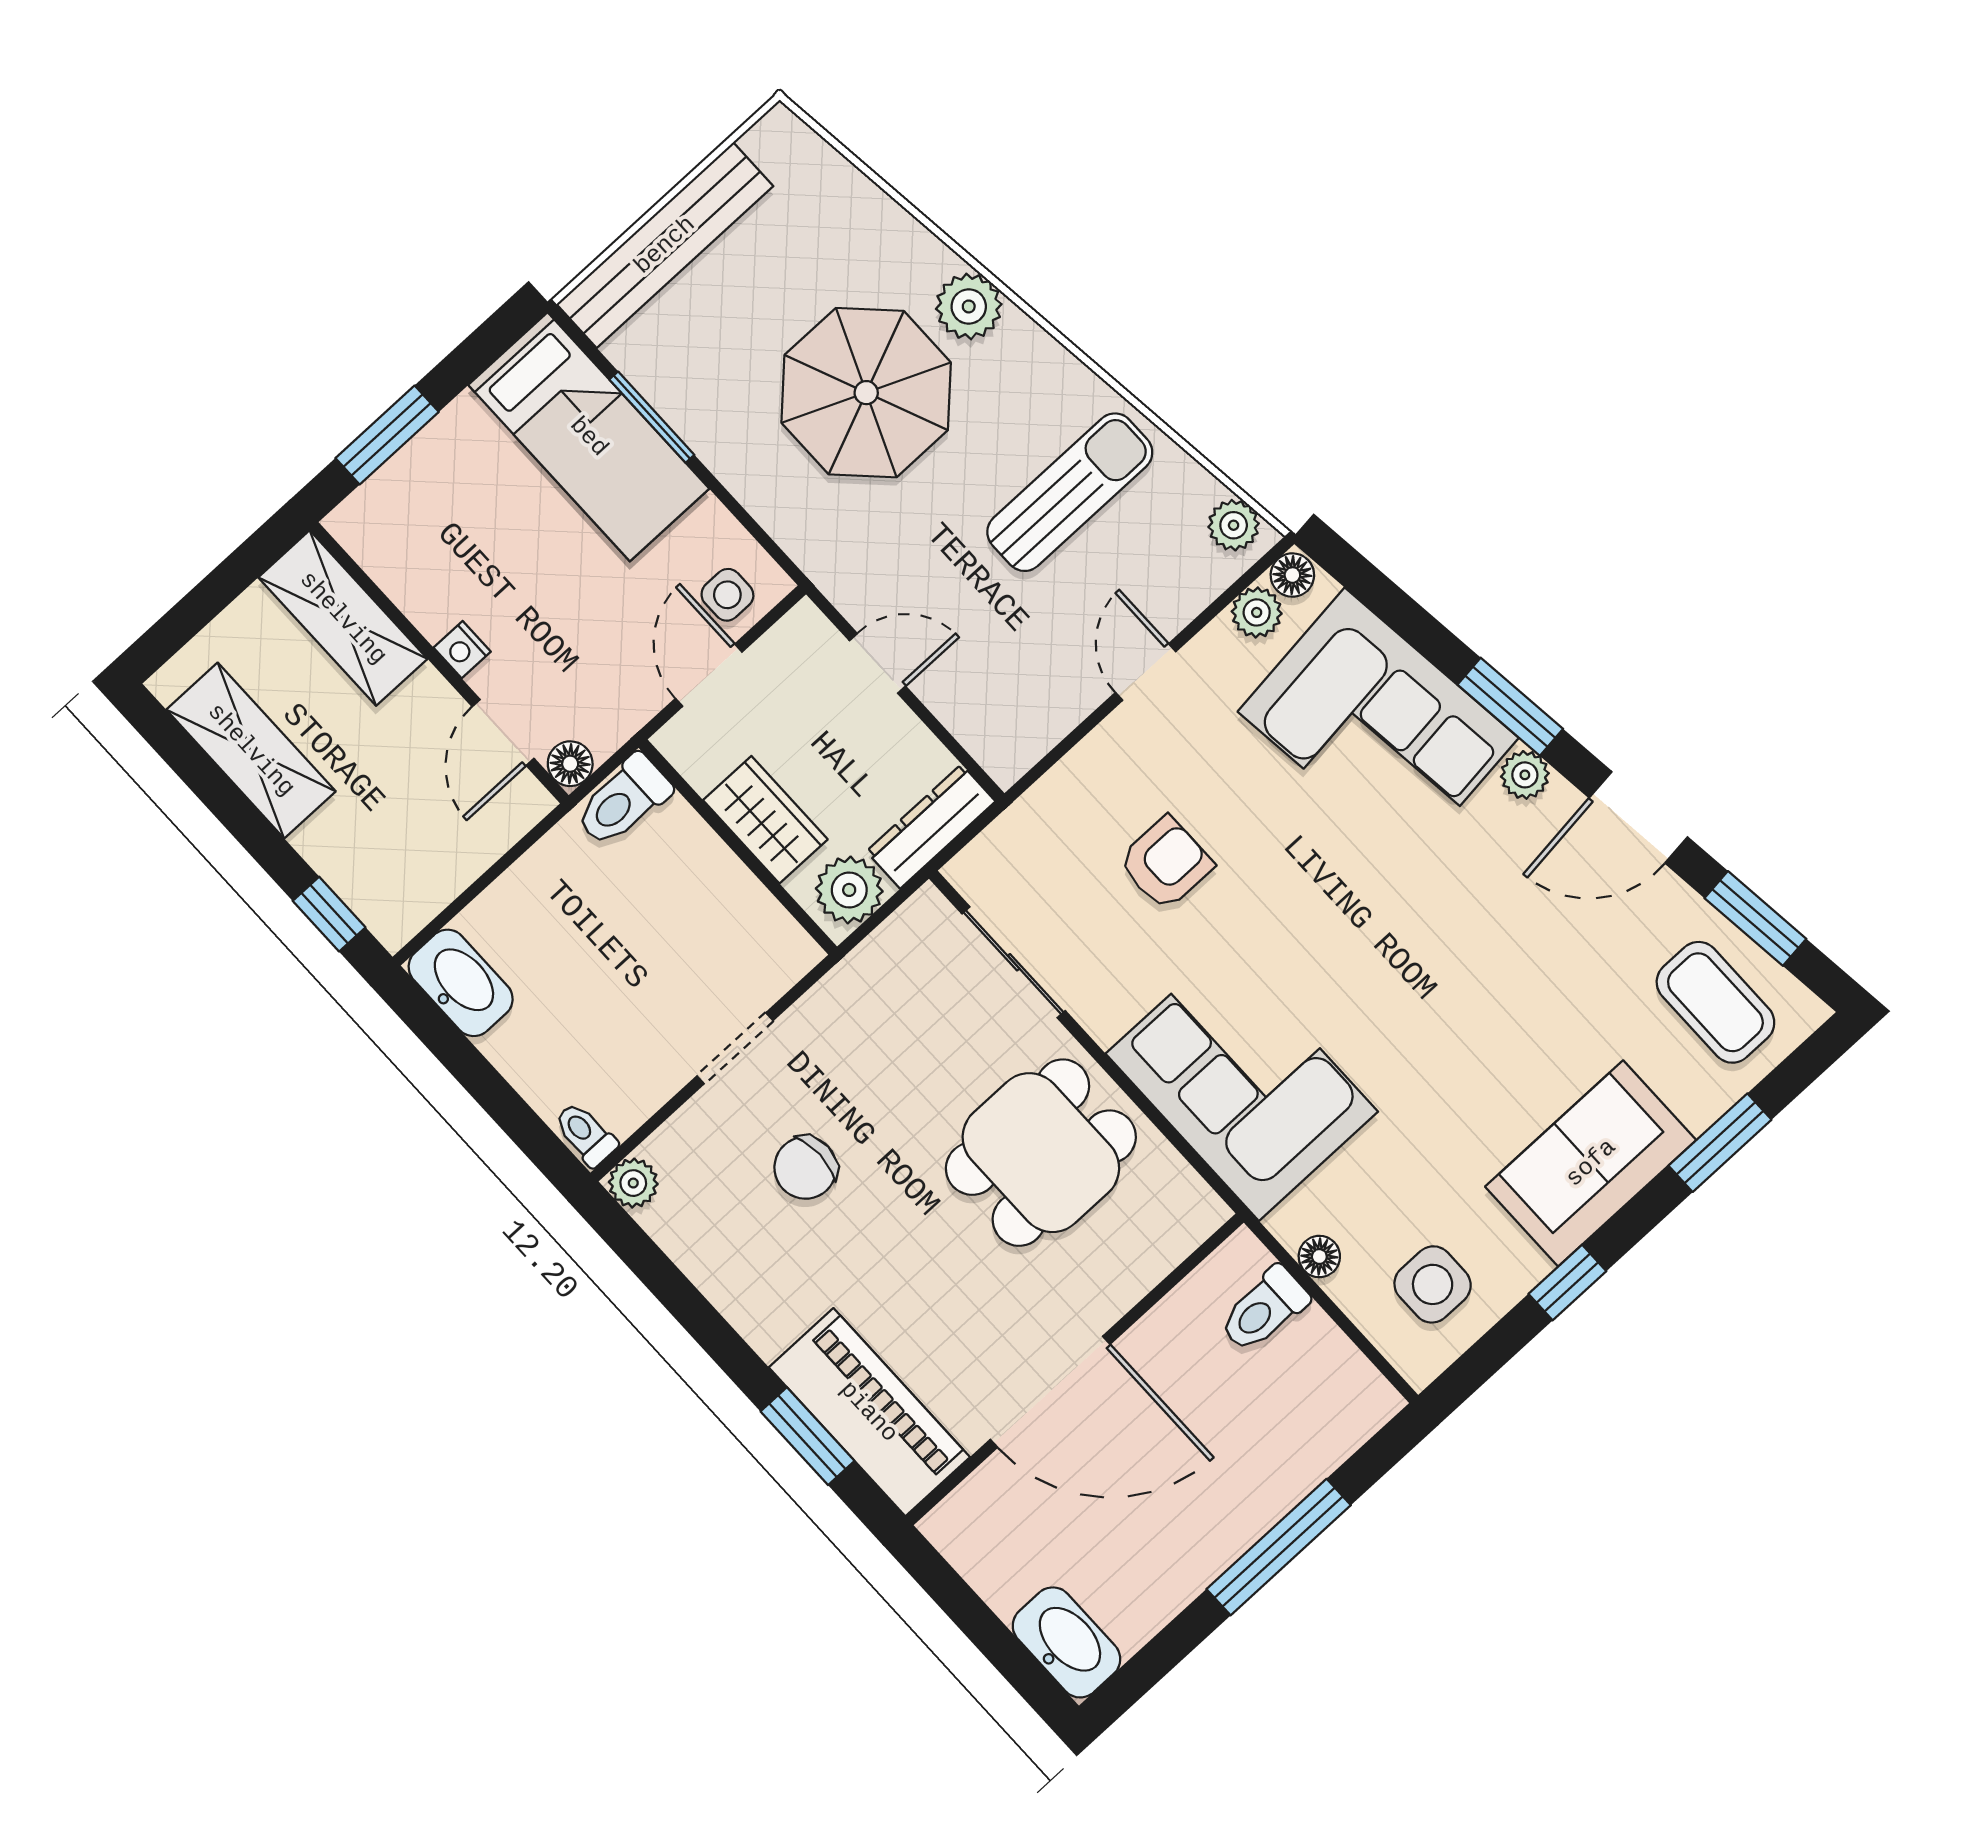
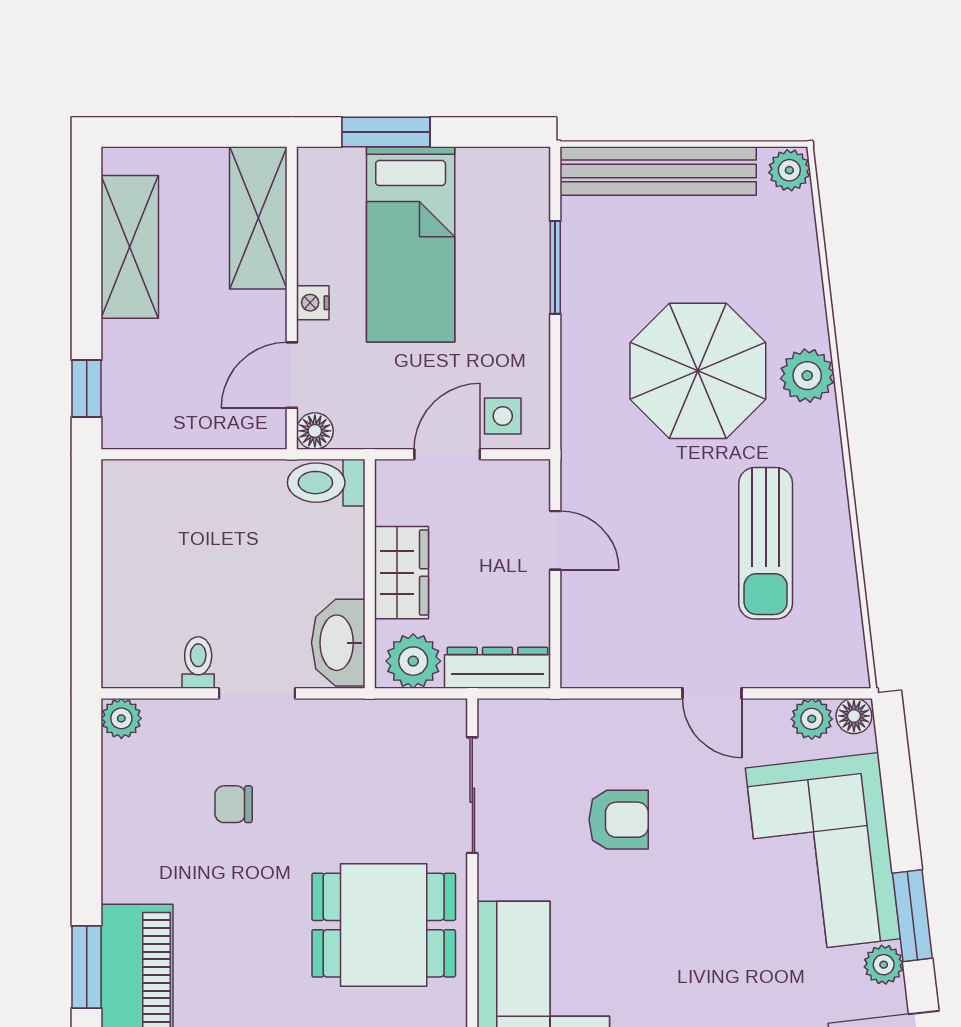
bed: (589, 437) -> (411, 244), moved
sun lounger: (1070, 492) -> (766, 543), turned 90
plant: (1234, 525) -> (789, 170), moved
door: (1146, 672) -> (712, 693), swing flipped
washbasin: (461, 983) -> (338, 643), moved, turned 180
toilet: (585, 1134) -> (198, 663), moved
chair: (805, 1168) -> (234, 804), width x0.73, depth x0.73

